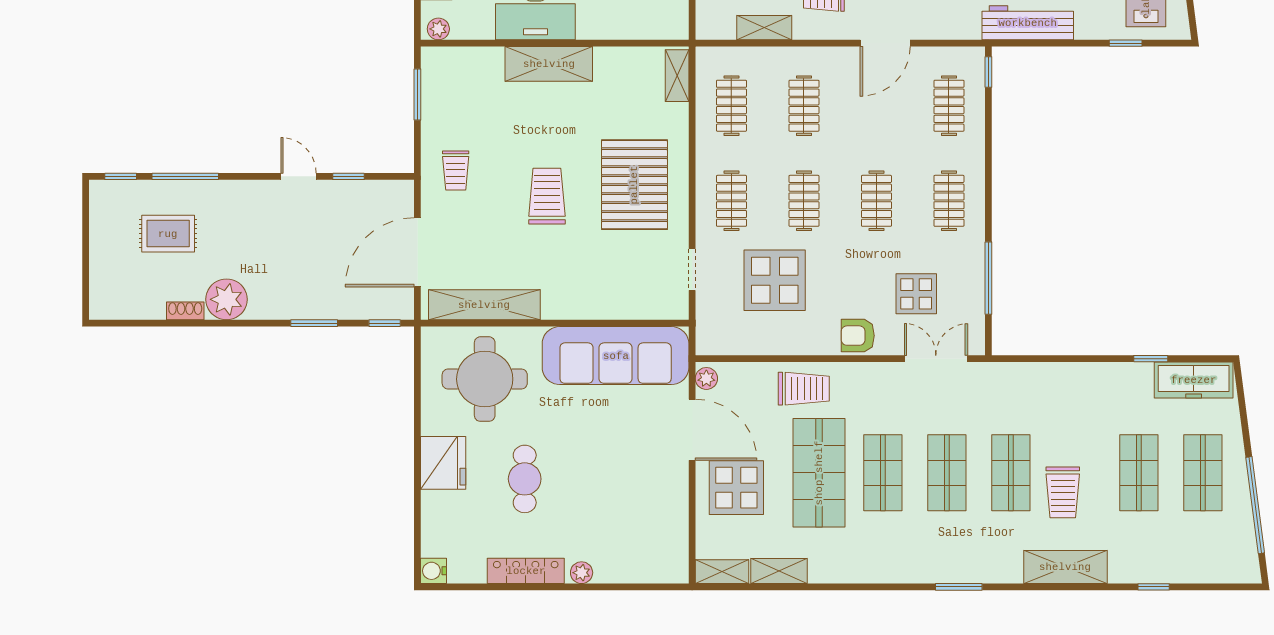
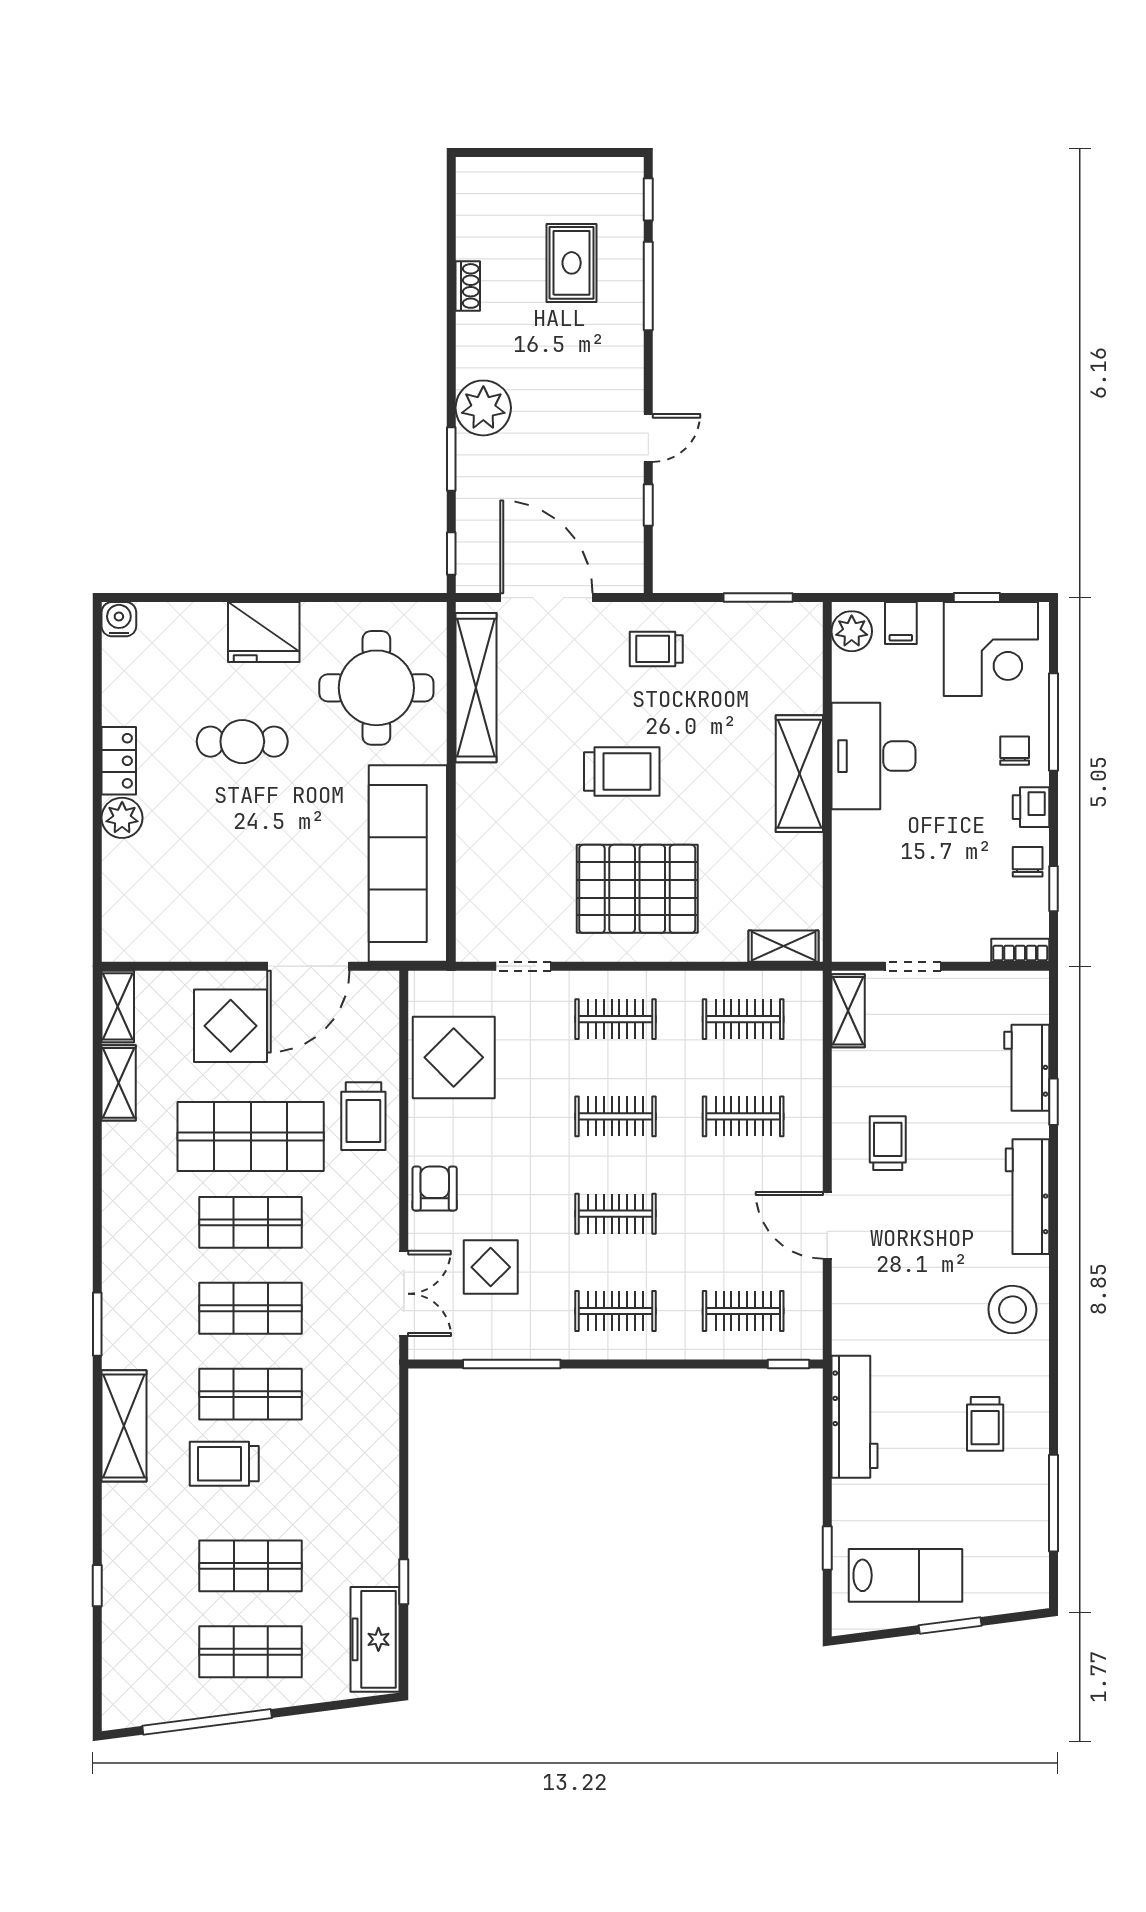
shelving: (764, 28) -> (848, 1011), moved
plant: (438, 29) -> (852, 631), width x1.38, depth x1.38
display table: (775, 280) -> (454, 1057), moved
plant: (227, 299) -> (483, 408), moved
plant: (706, 378) -> (377, 985), removed
shelving: (1065, 567) -> (124, 1426), moved
locker: (526, 571) -> (119, 761), width x0.66
plant: (582, 573) -> (122, 818), width x1.38, depth x1.38

